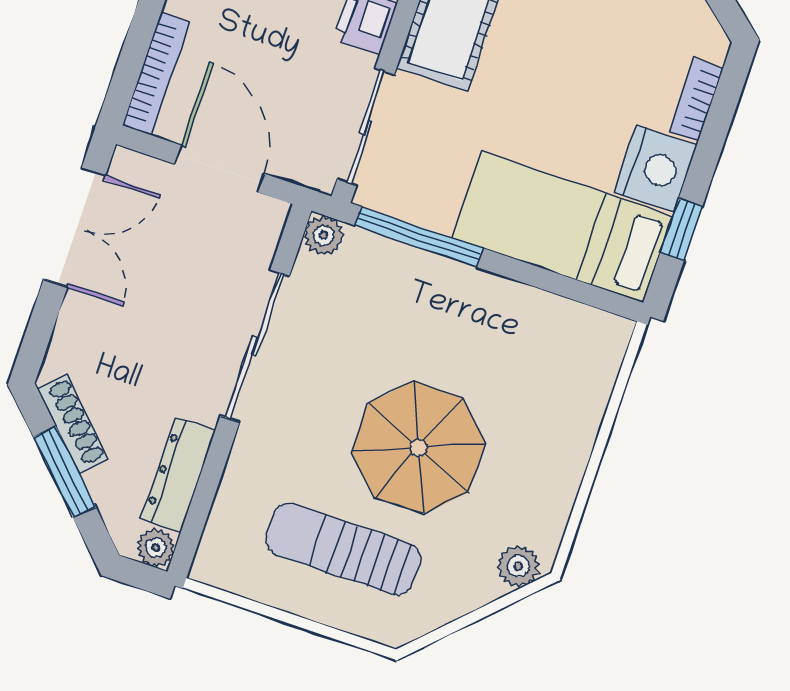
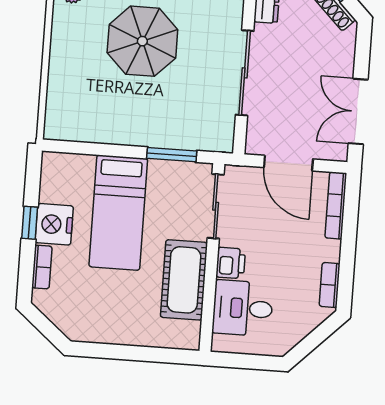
bed: (562, 227) -> (118, 213), moved, turned 90
window: (681, 230) -> (30, 223), moved
plant: (324, 235) -> (223, 142), removed
window: (419, 237) -> (172, 155), width x0.69

